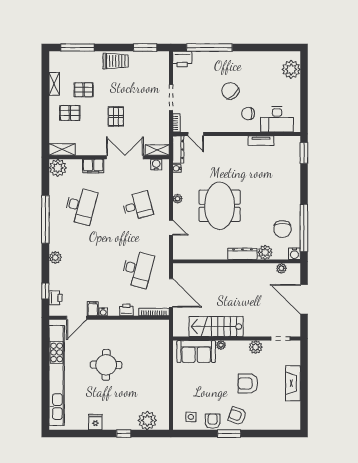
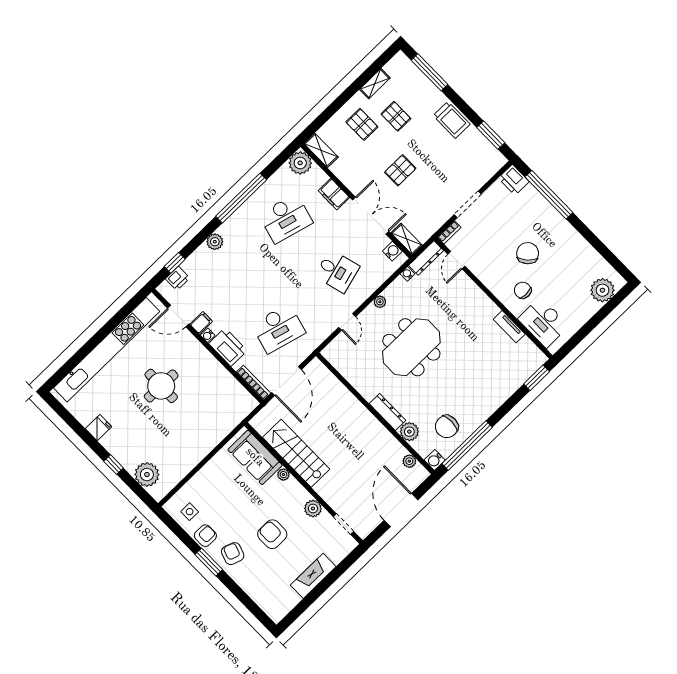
printer: (126, 310) -> (228, 347), width x1.87, depth x1.48

